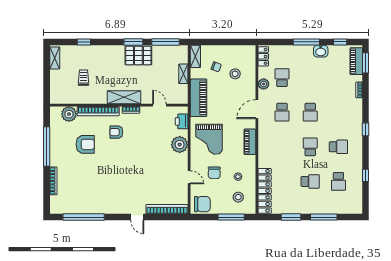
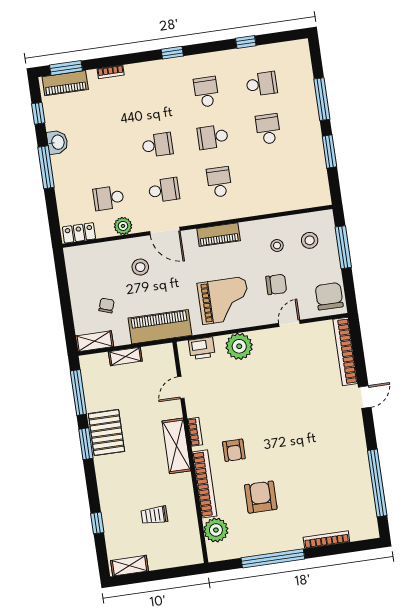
stool: (235, 74) -> (140, 267), moved
school desk: (282, 147) -> (219, 182), added
locker: (265, 191) -> (294, 200), removed

